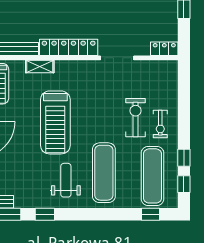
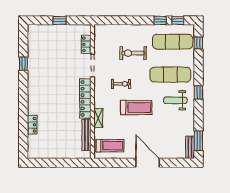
locker: (164, 49) -> (86, 44), moved
treadmill: (55, 122) -> (136, 107), width x0.73, depth x0.73
exercise bike: (160, 124) -> (121, 84), moved
window: (45, 214) -> (198, 92), moved

